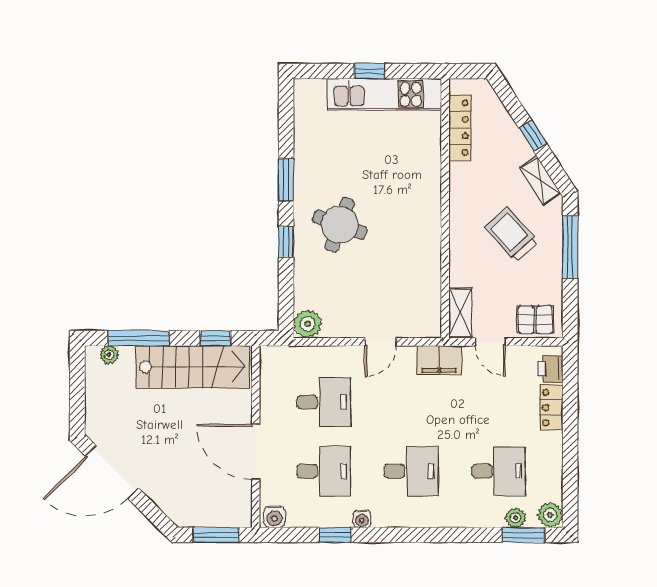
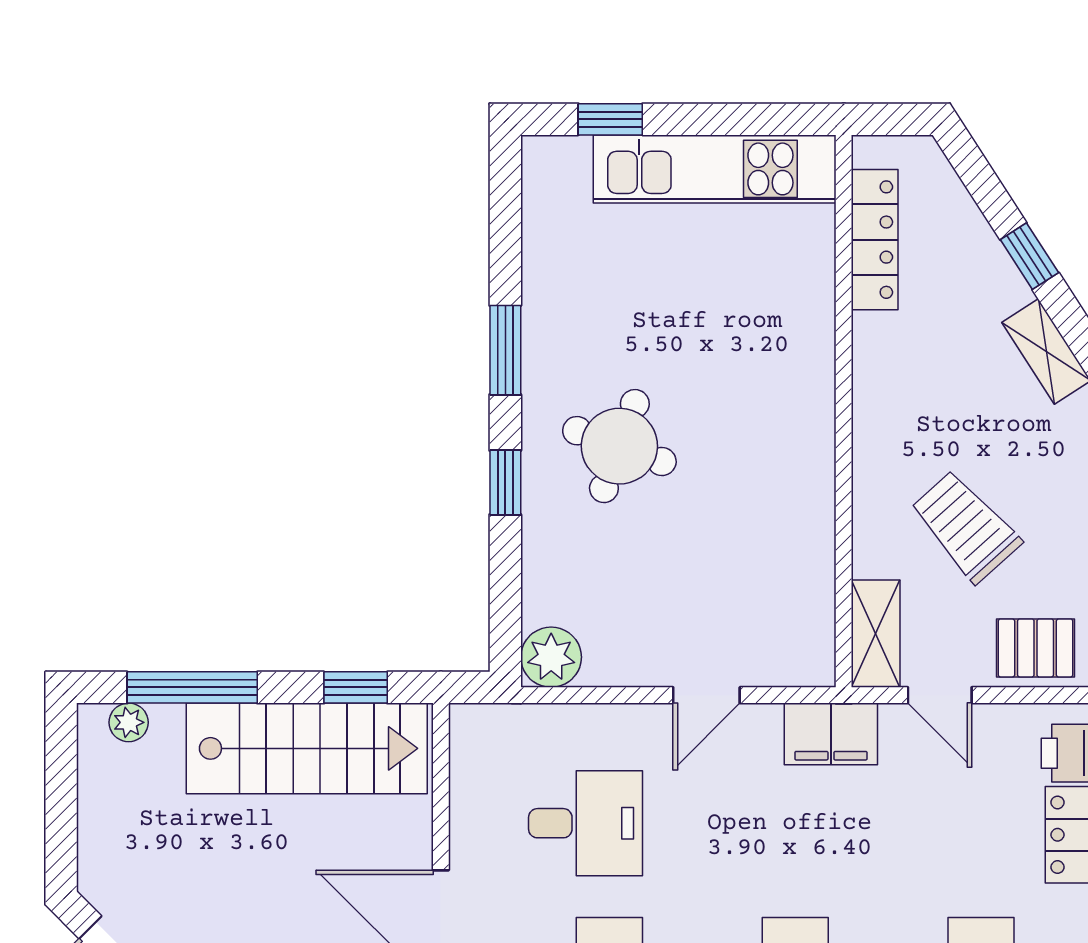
window: (370, 71) -> (610, 119), moved
trolley: (511, 234) -> (966, 526), moved

